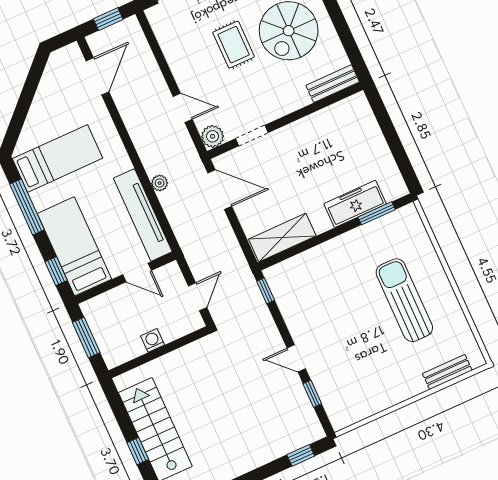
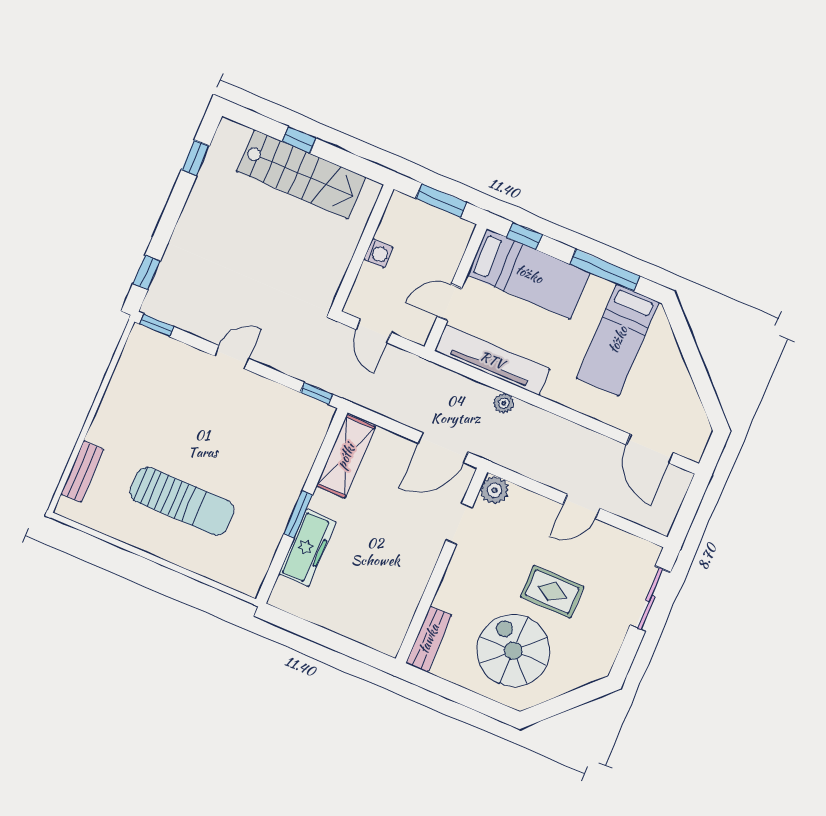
window: (108, 19) -> (688, 510), removed
door: (183, 108) -> (581, 506), moved
window: (377, 213) -> (298, 514), moved
window: (312, 394) -> (157, 325), moved

